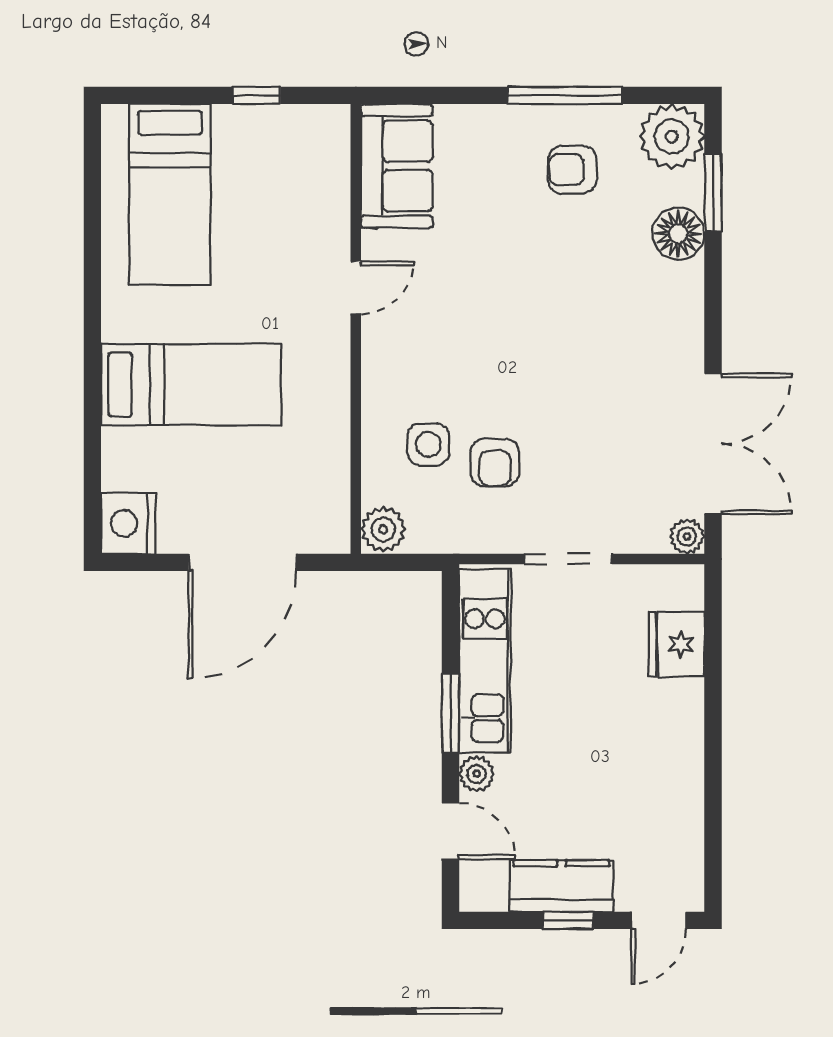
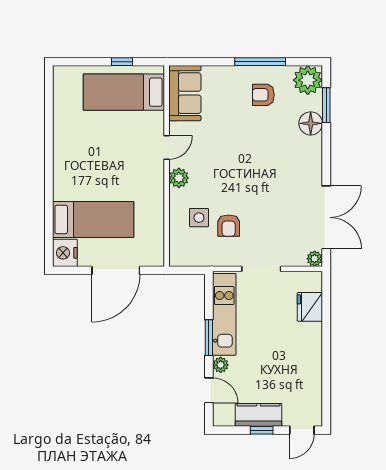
bed: (170, 194) -> (124, 92), moved, turned 90
bed: (191, 384) -> (93, 219), moved
plant: (383, 529) -> (179, 178), moved

